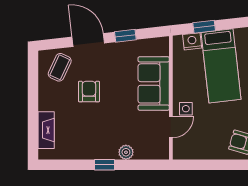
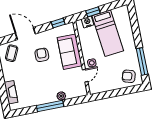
window: (125, 36) -> (58, 23), moved
armchair: (89, 92) -> (42, 55), moved
window: (105, 165) -> (50, 106), width x2.17

